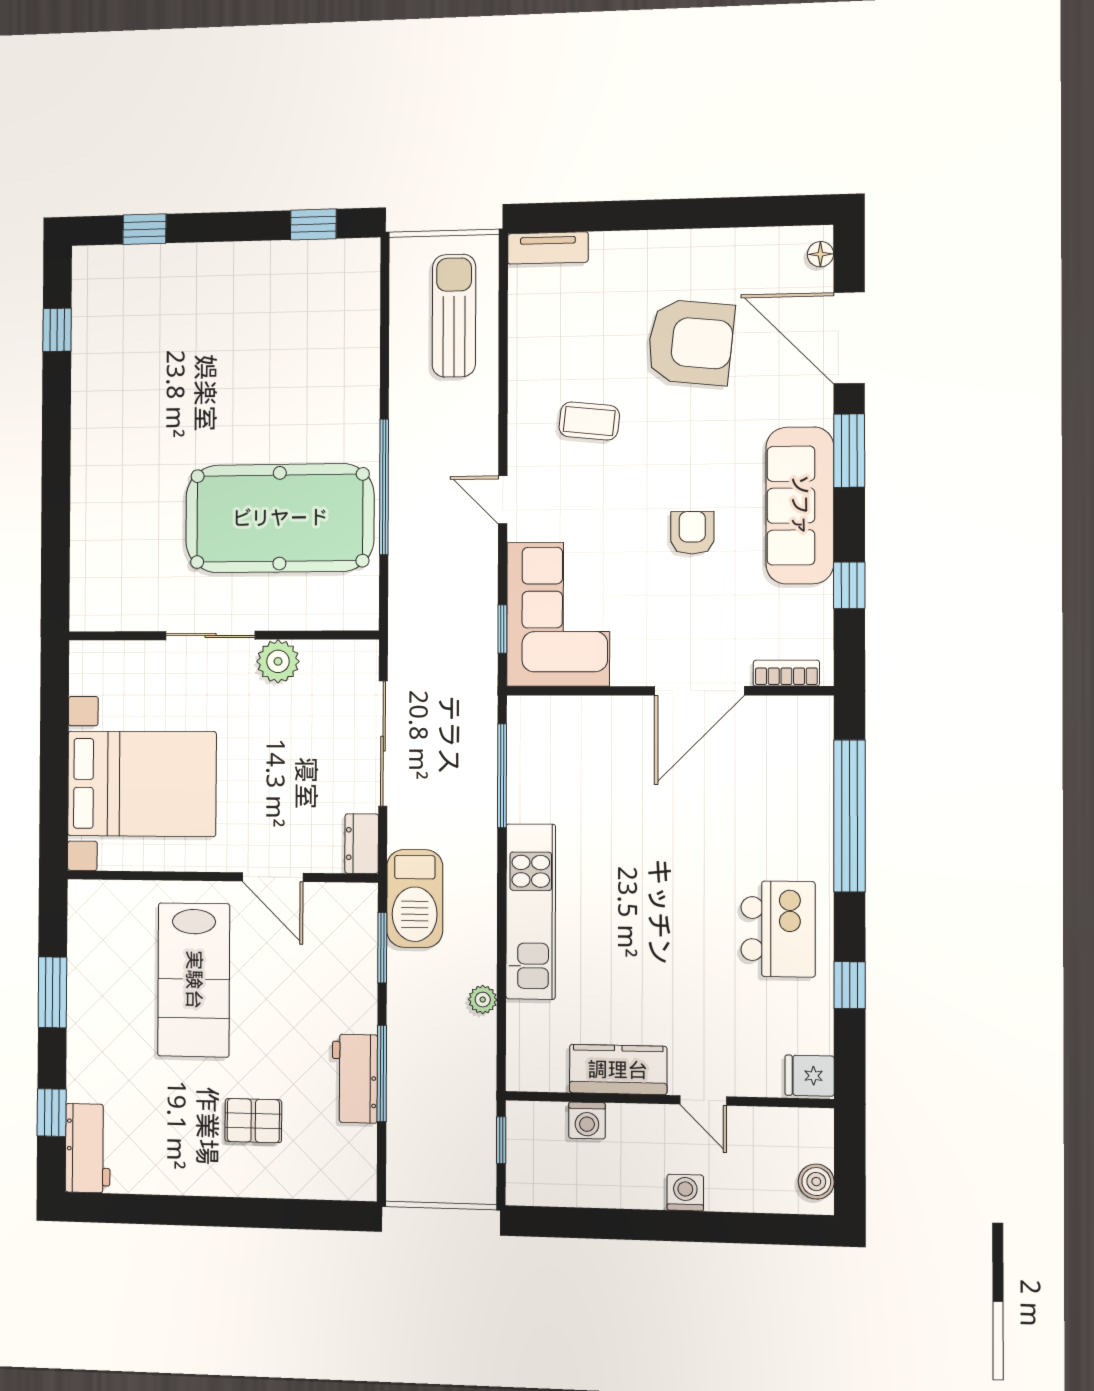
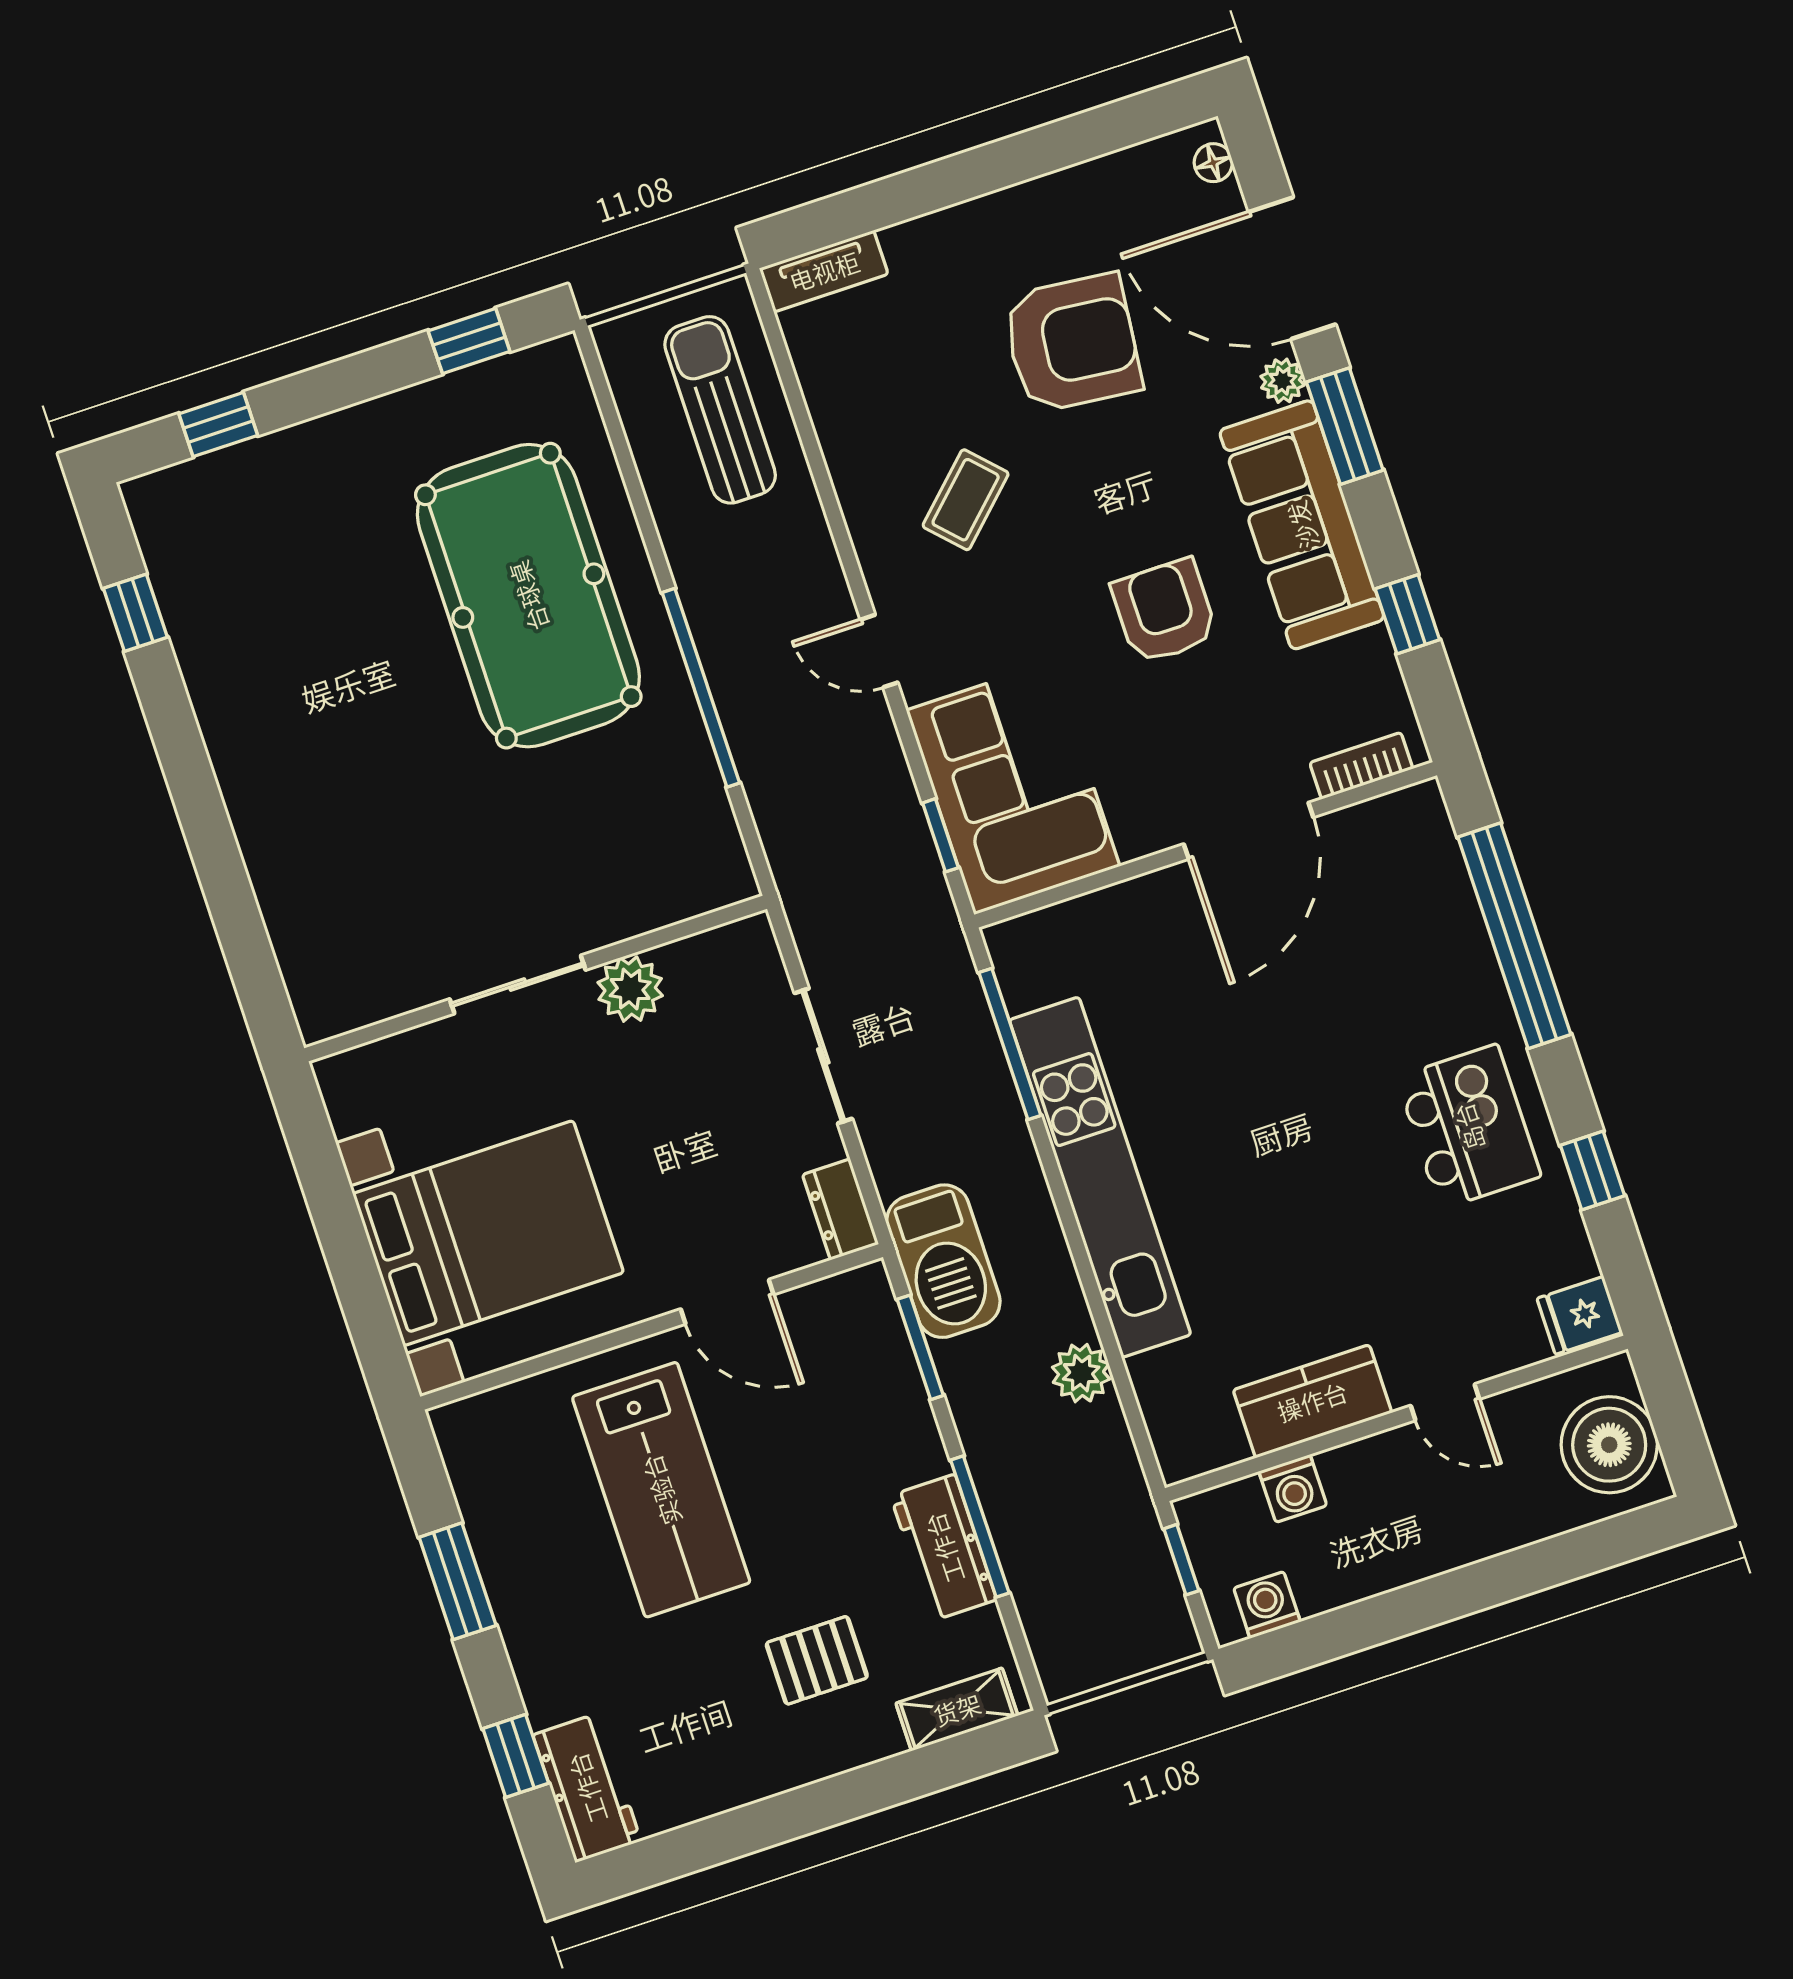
plant: (818, 409) -> (1283, 381), added
coffee table: (589, 421) -> (966, 500), turned -50
pool table: (280, 518) -> (528, 596), moved, turned 90
armchair: (692, 533) -> (1164, 611), width x1.38, depth x1.38
sliding door: (383, 744) -> (823, 1056), width x0.73
kitchen unit: (531, 912) -> (1100, 1177), width x1.36
plant: (483, 1000) -> (1081, 1373), width x1.38, depth x1.38
boiler: (816, 1182) -> (1609, 1445), width x1.86, depth x1.86
shelving: (329, 1183) -> (957, 1709), added
washing machine: (685, 1193) -> (1267, 1605), moved

